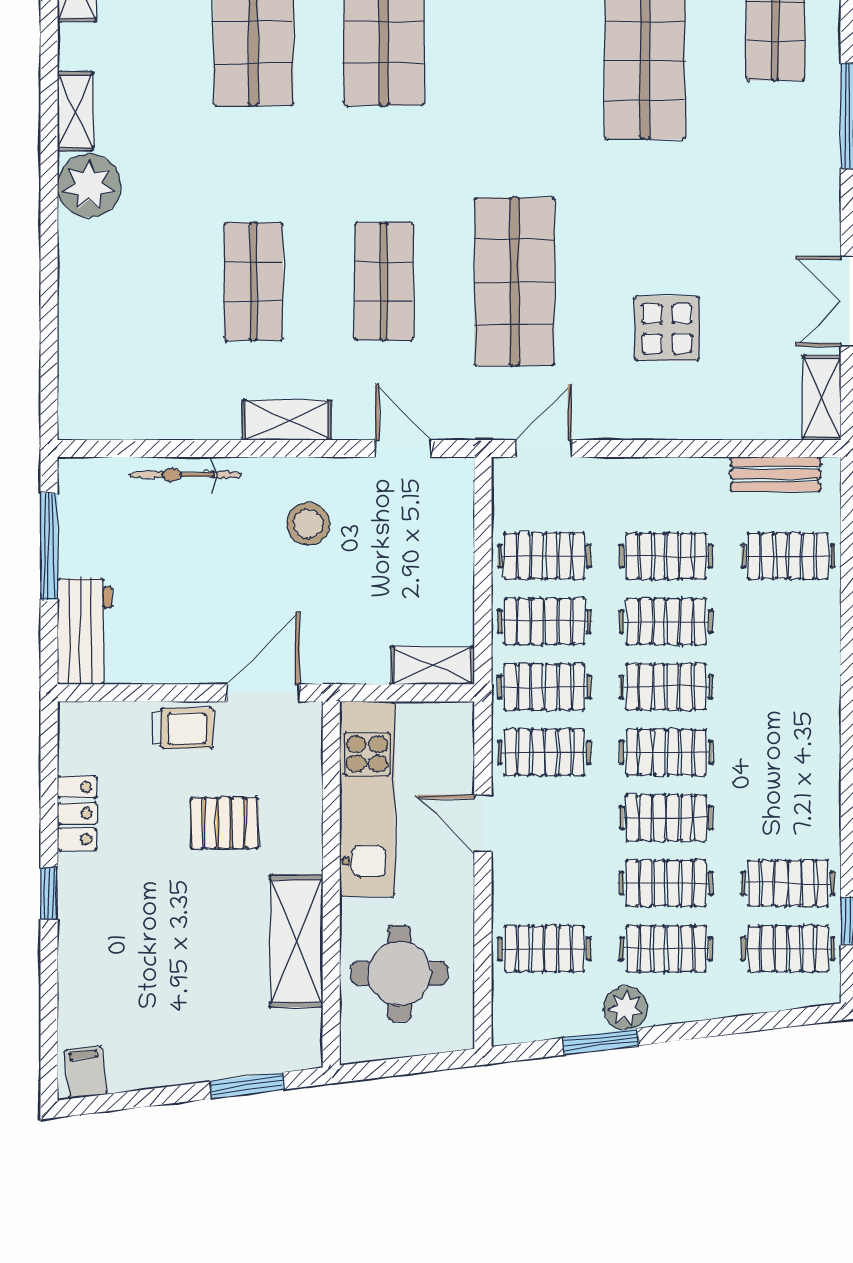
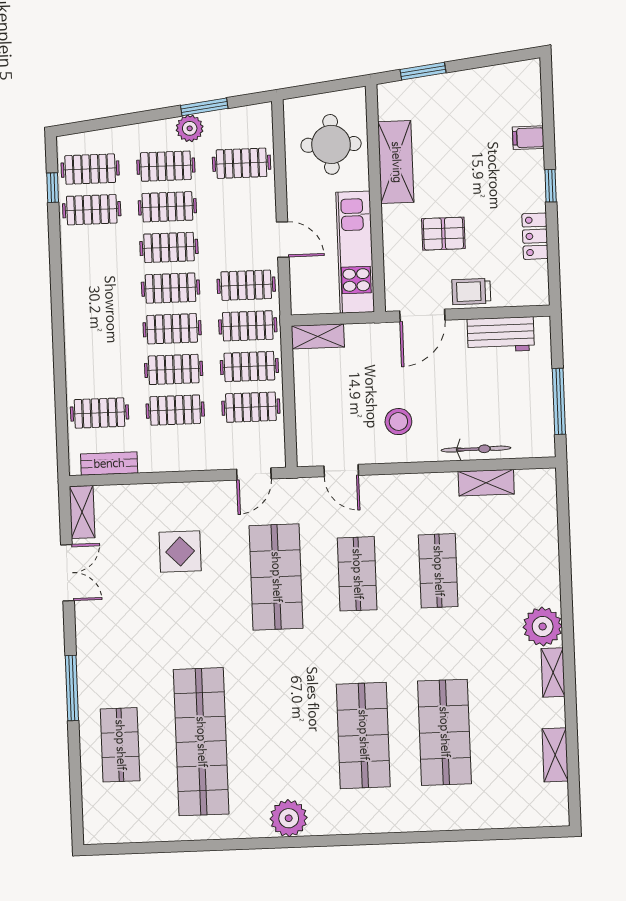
shelving: (287, 420) -> (486, 483), moved
workbench: (85, 631) -> (501, 335), moved, turned -90
filing cabinet: (85, 1072) -> (528, 138), moved, turned 97

